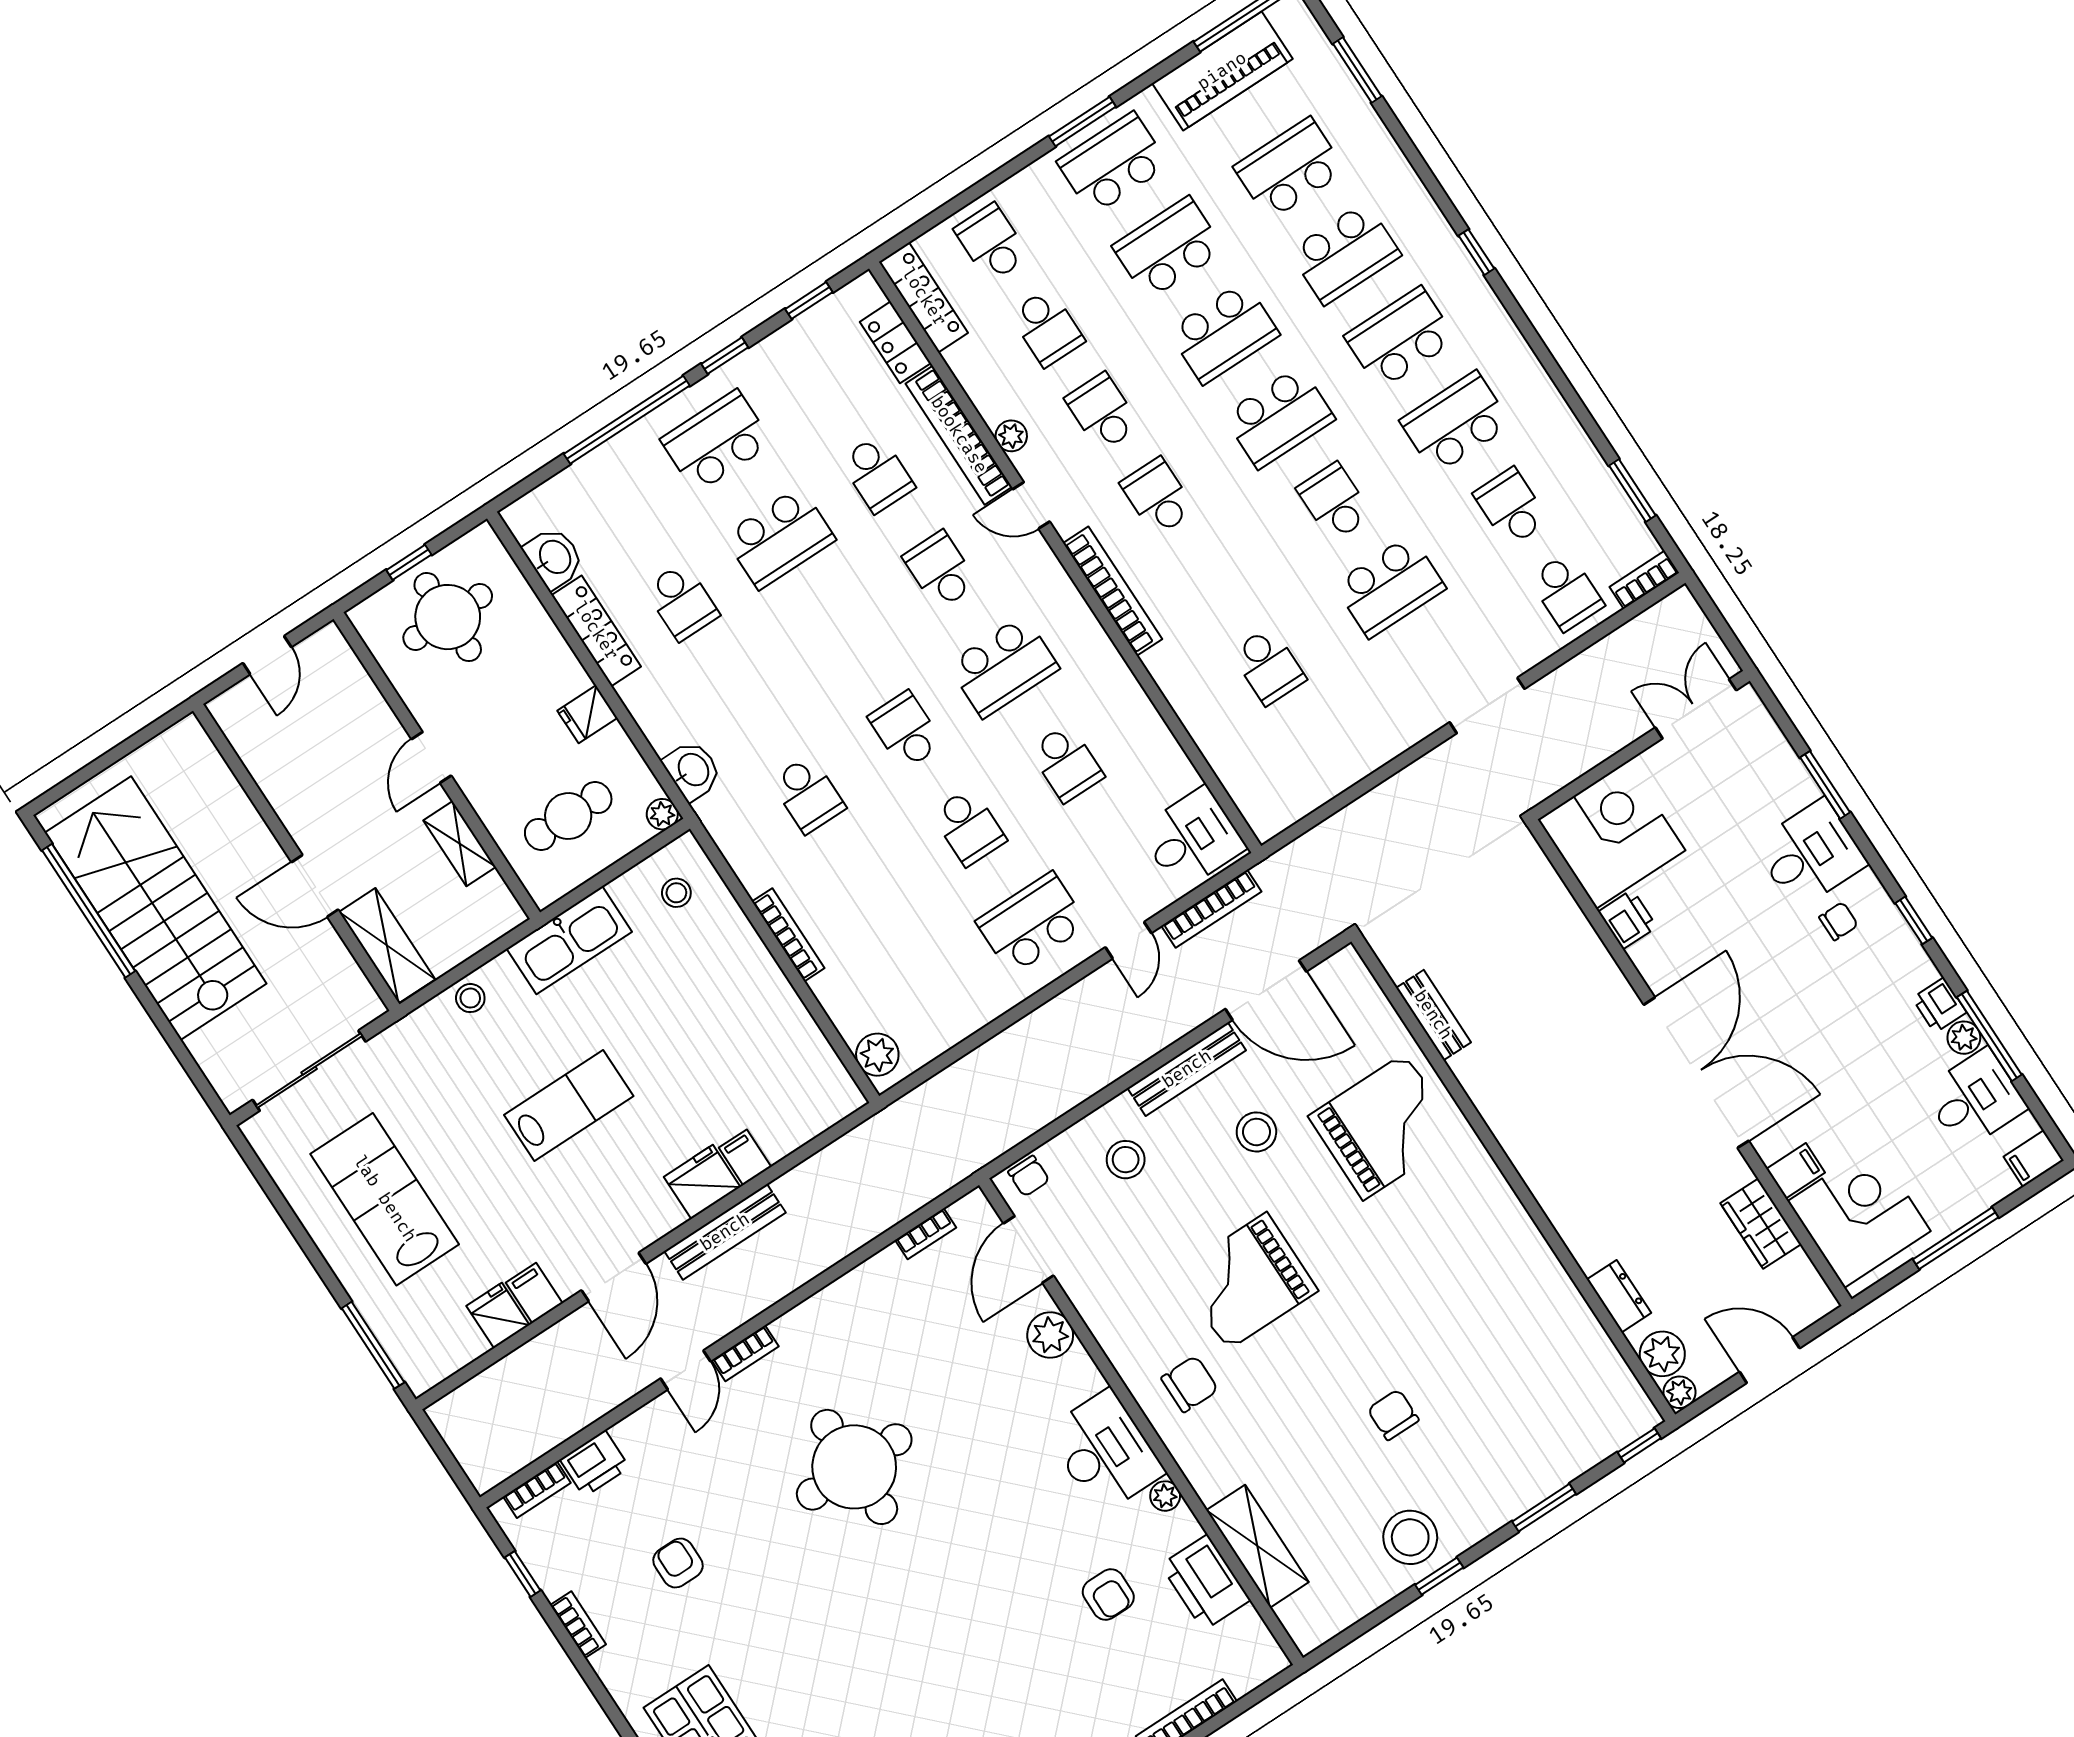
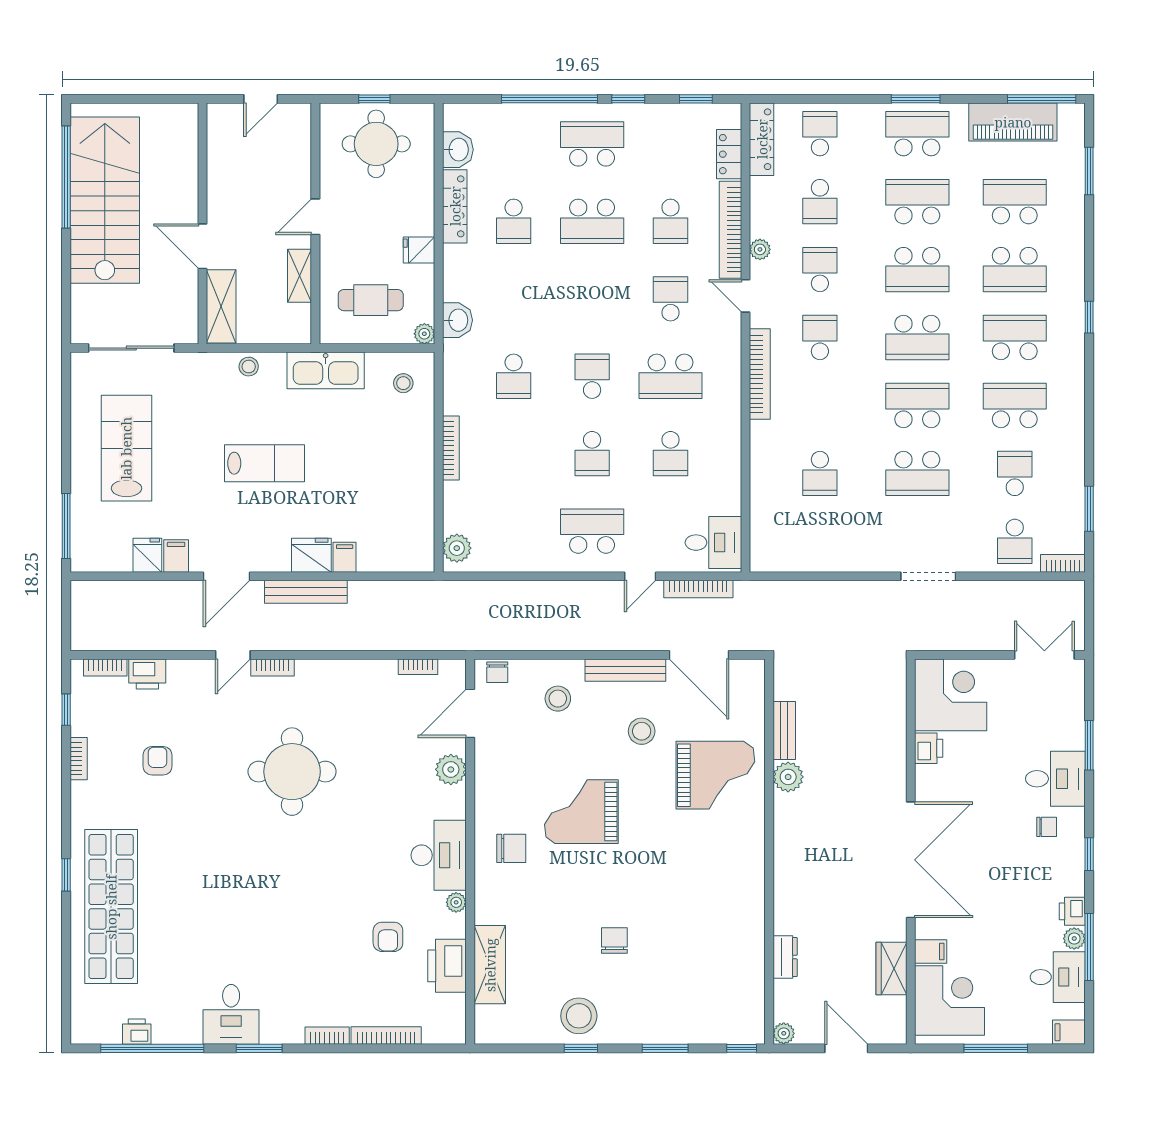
school desk: (1334, 502) -> (917, 405), width x1.85
plant: (1662, 1354) -> (788, 777), moved

